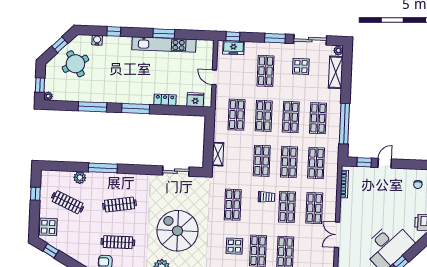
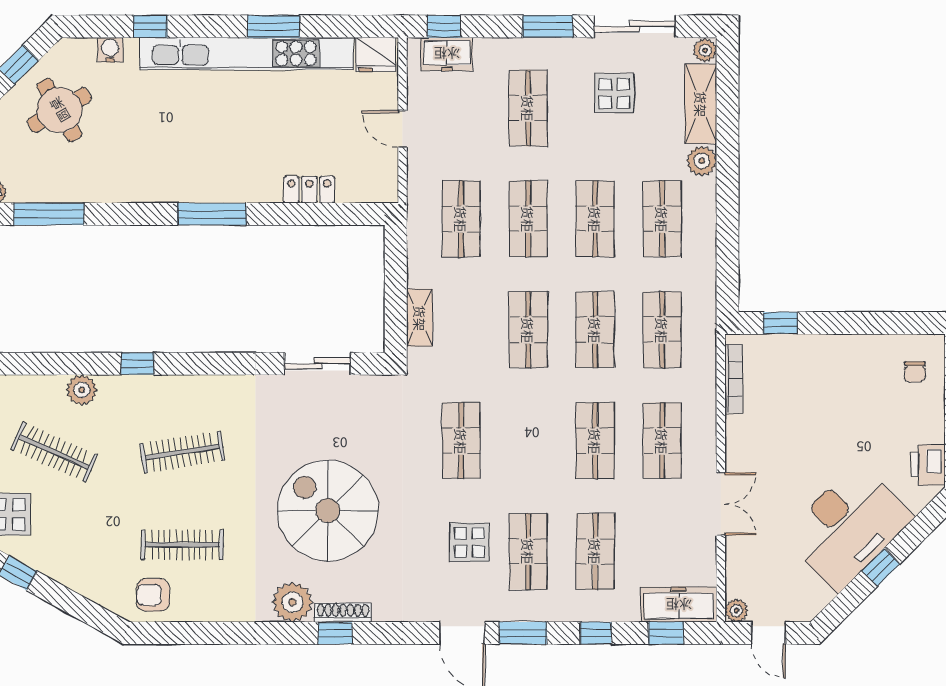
kitchen unit: (164, 45) -> (247, 53), width x1.36
plant: (335, 95) -> (702, 161), added
locker: (165, 100) -> (309, 190), moved
fridge: (195, 100) -> (376, 54), moved, turned 180
window: (92, 107) -> (49, 214), moved
window: (344, 124) -> (728, 230), removed
door: (385, 163) -> (831, 323), removed
window: (103, 168) -> (137, 364), width x0.46
trolley: (266, 197) -> (543, 418), removed
double door: (337, 235) -> (721, 504), swing flipped

